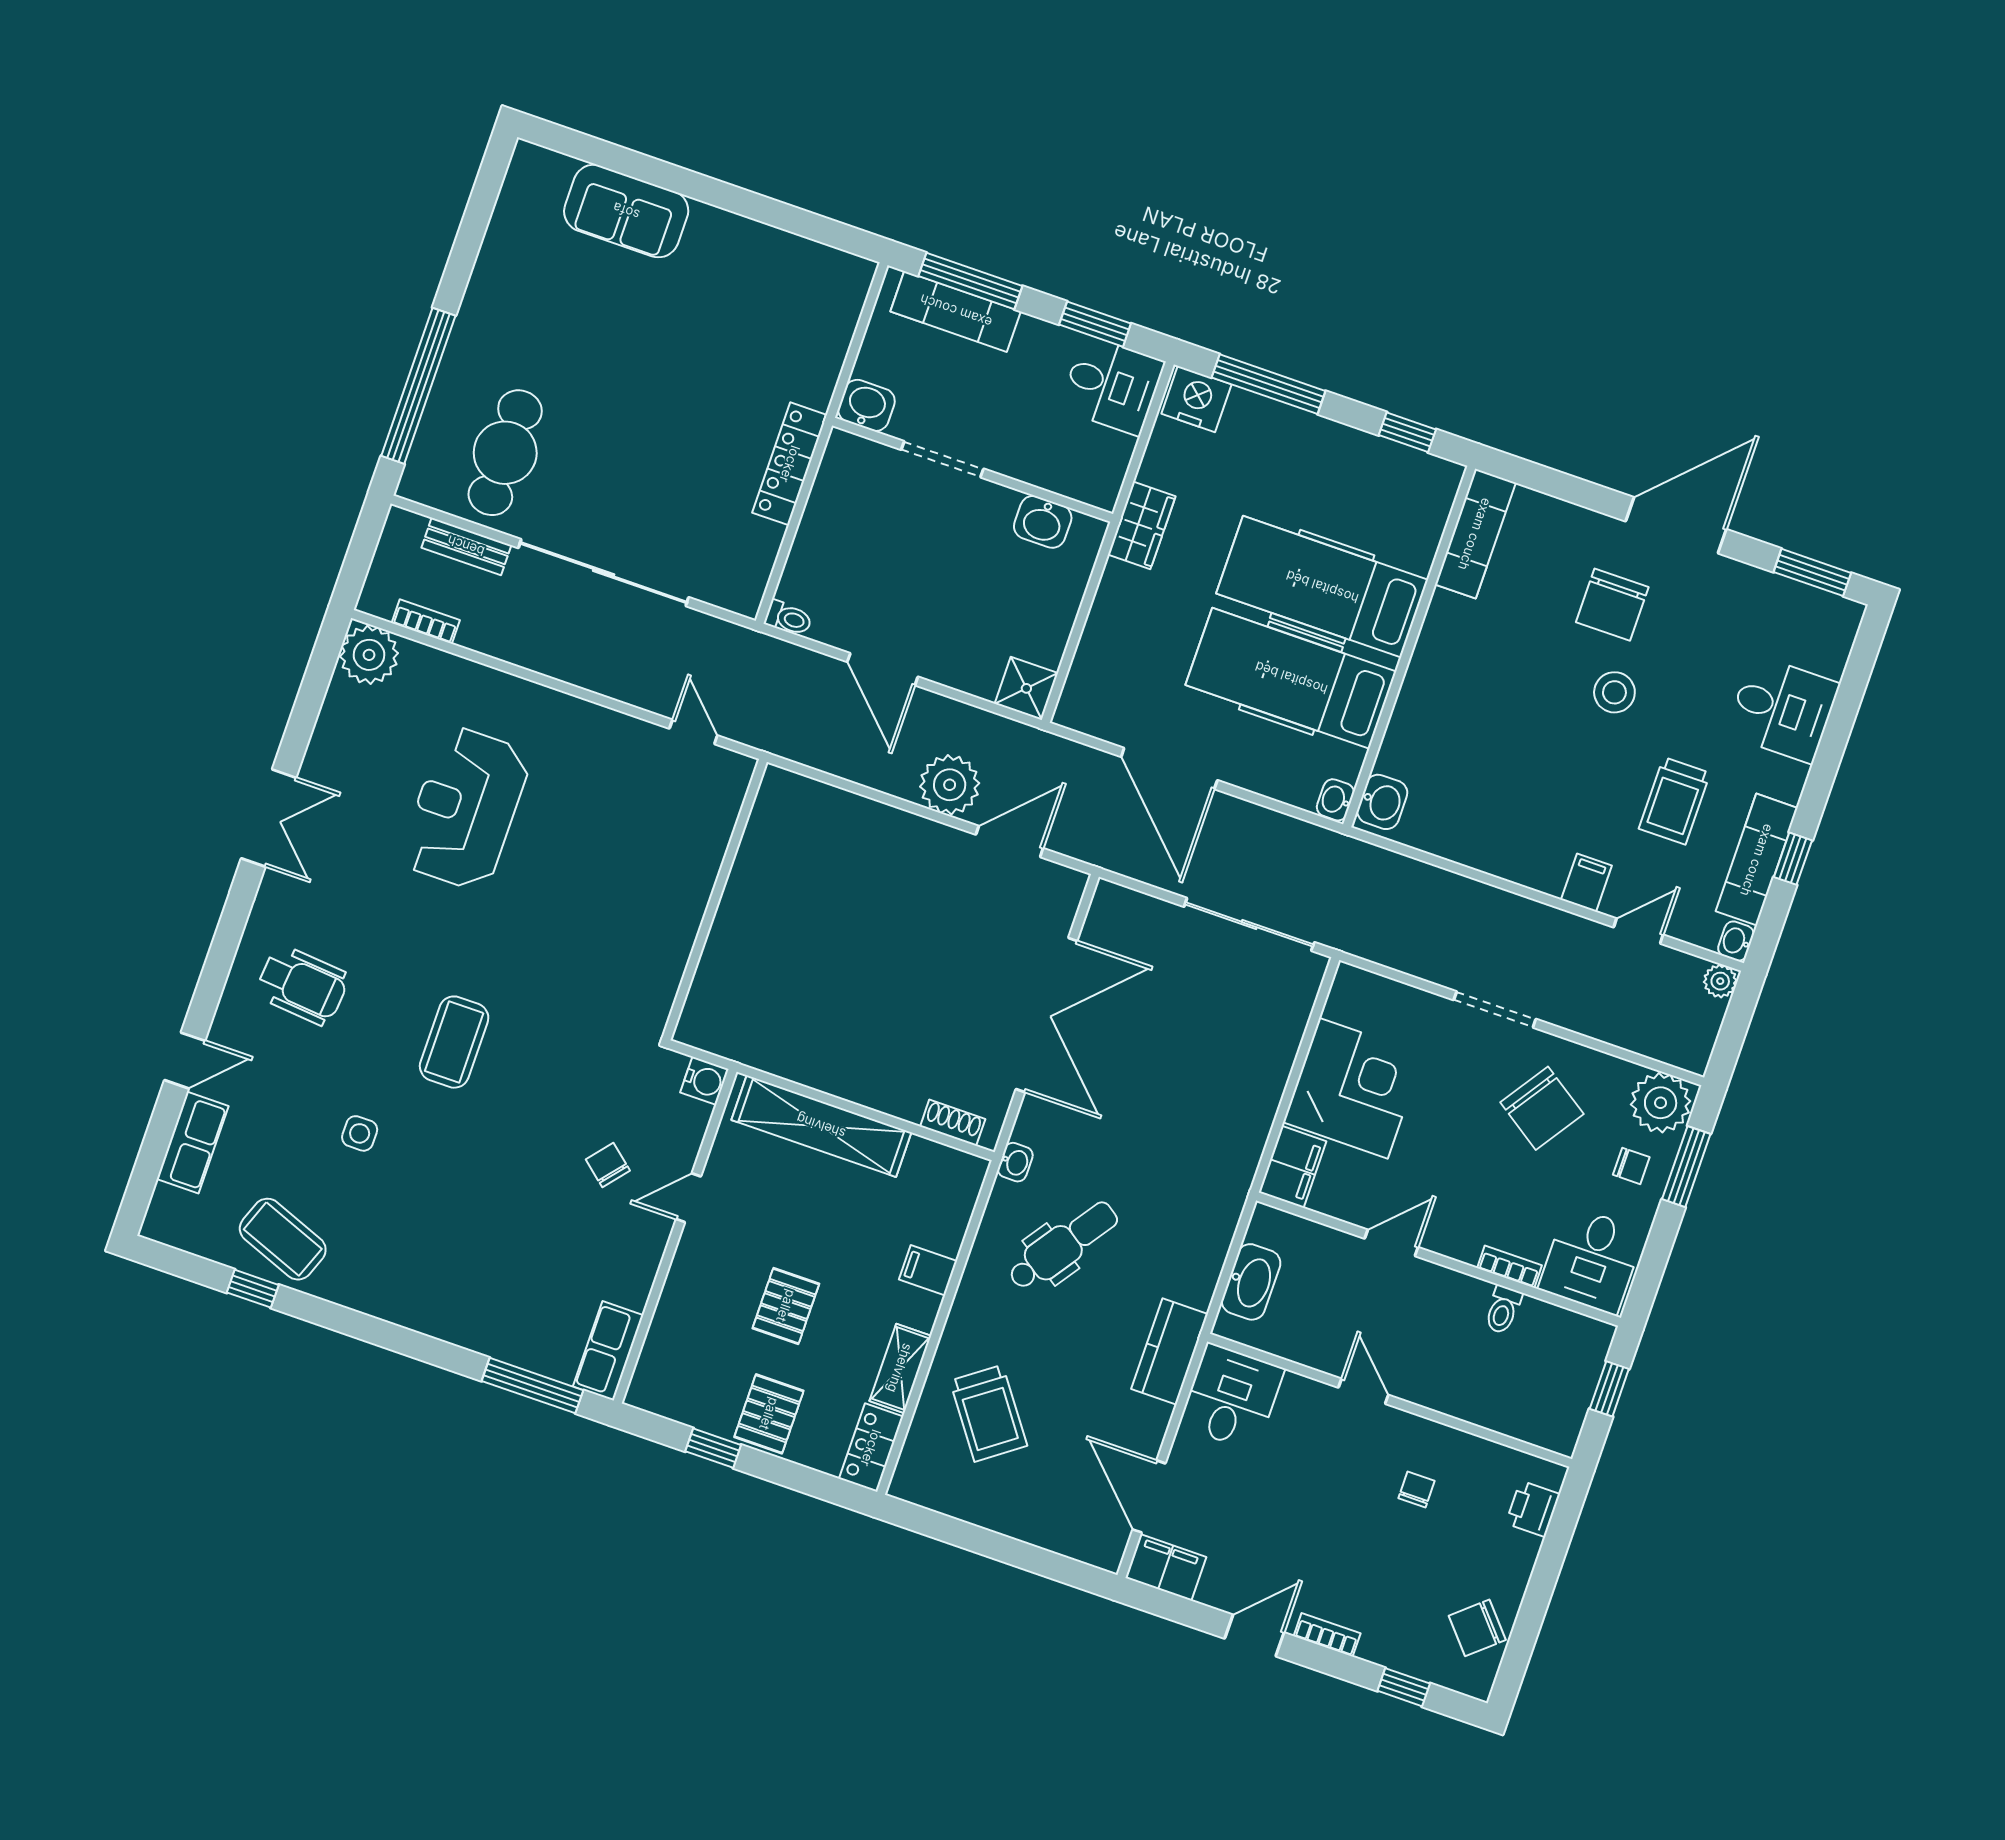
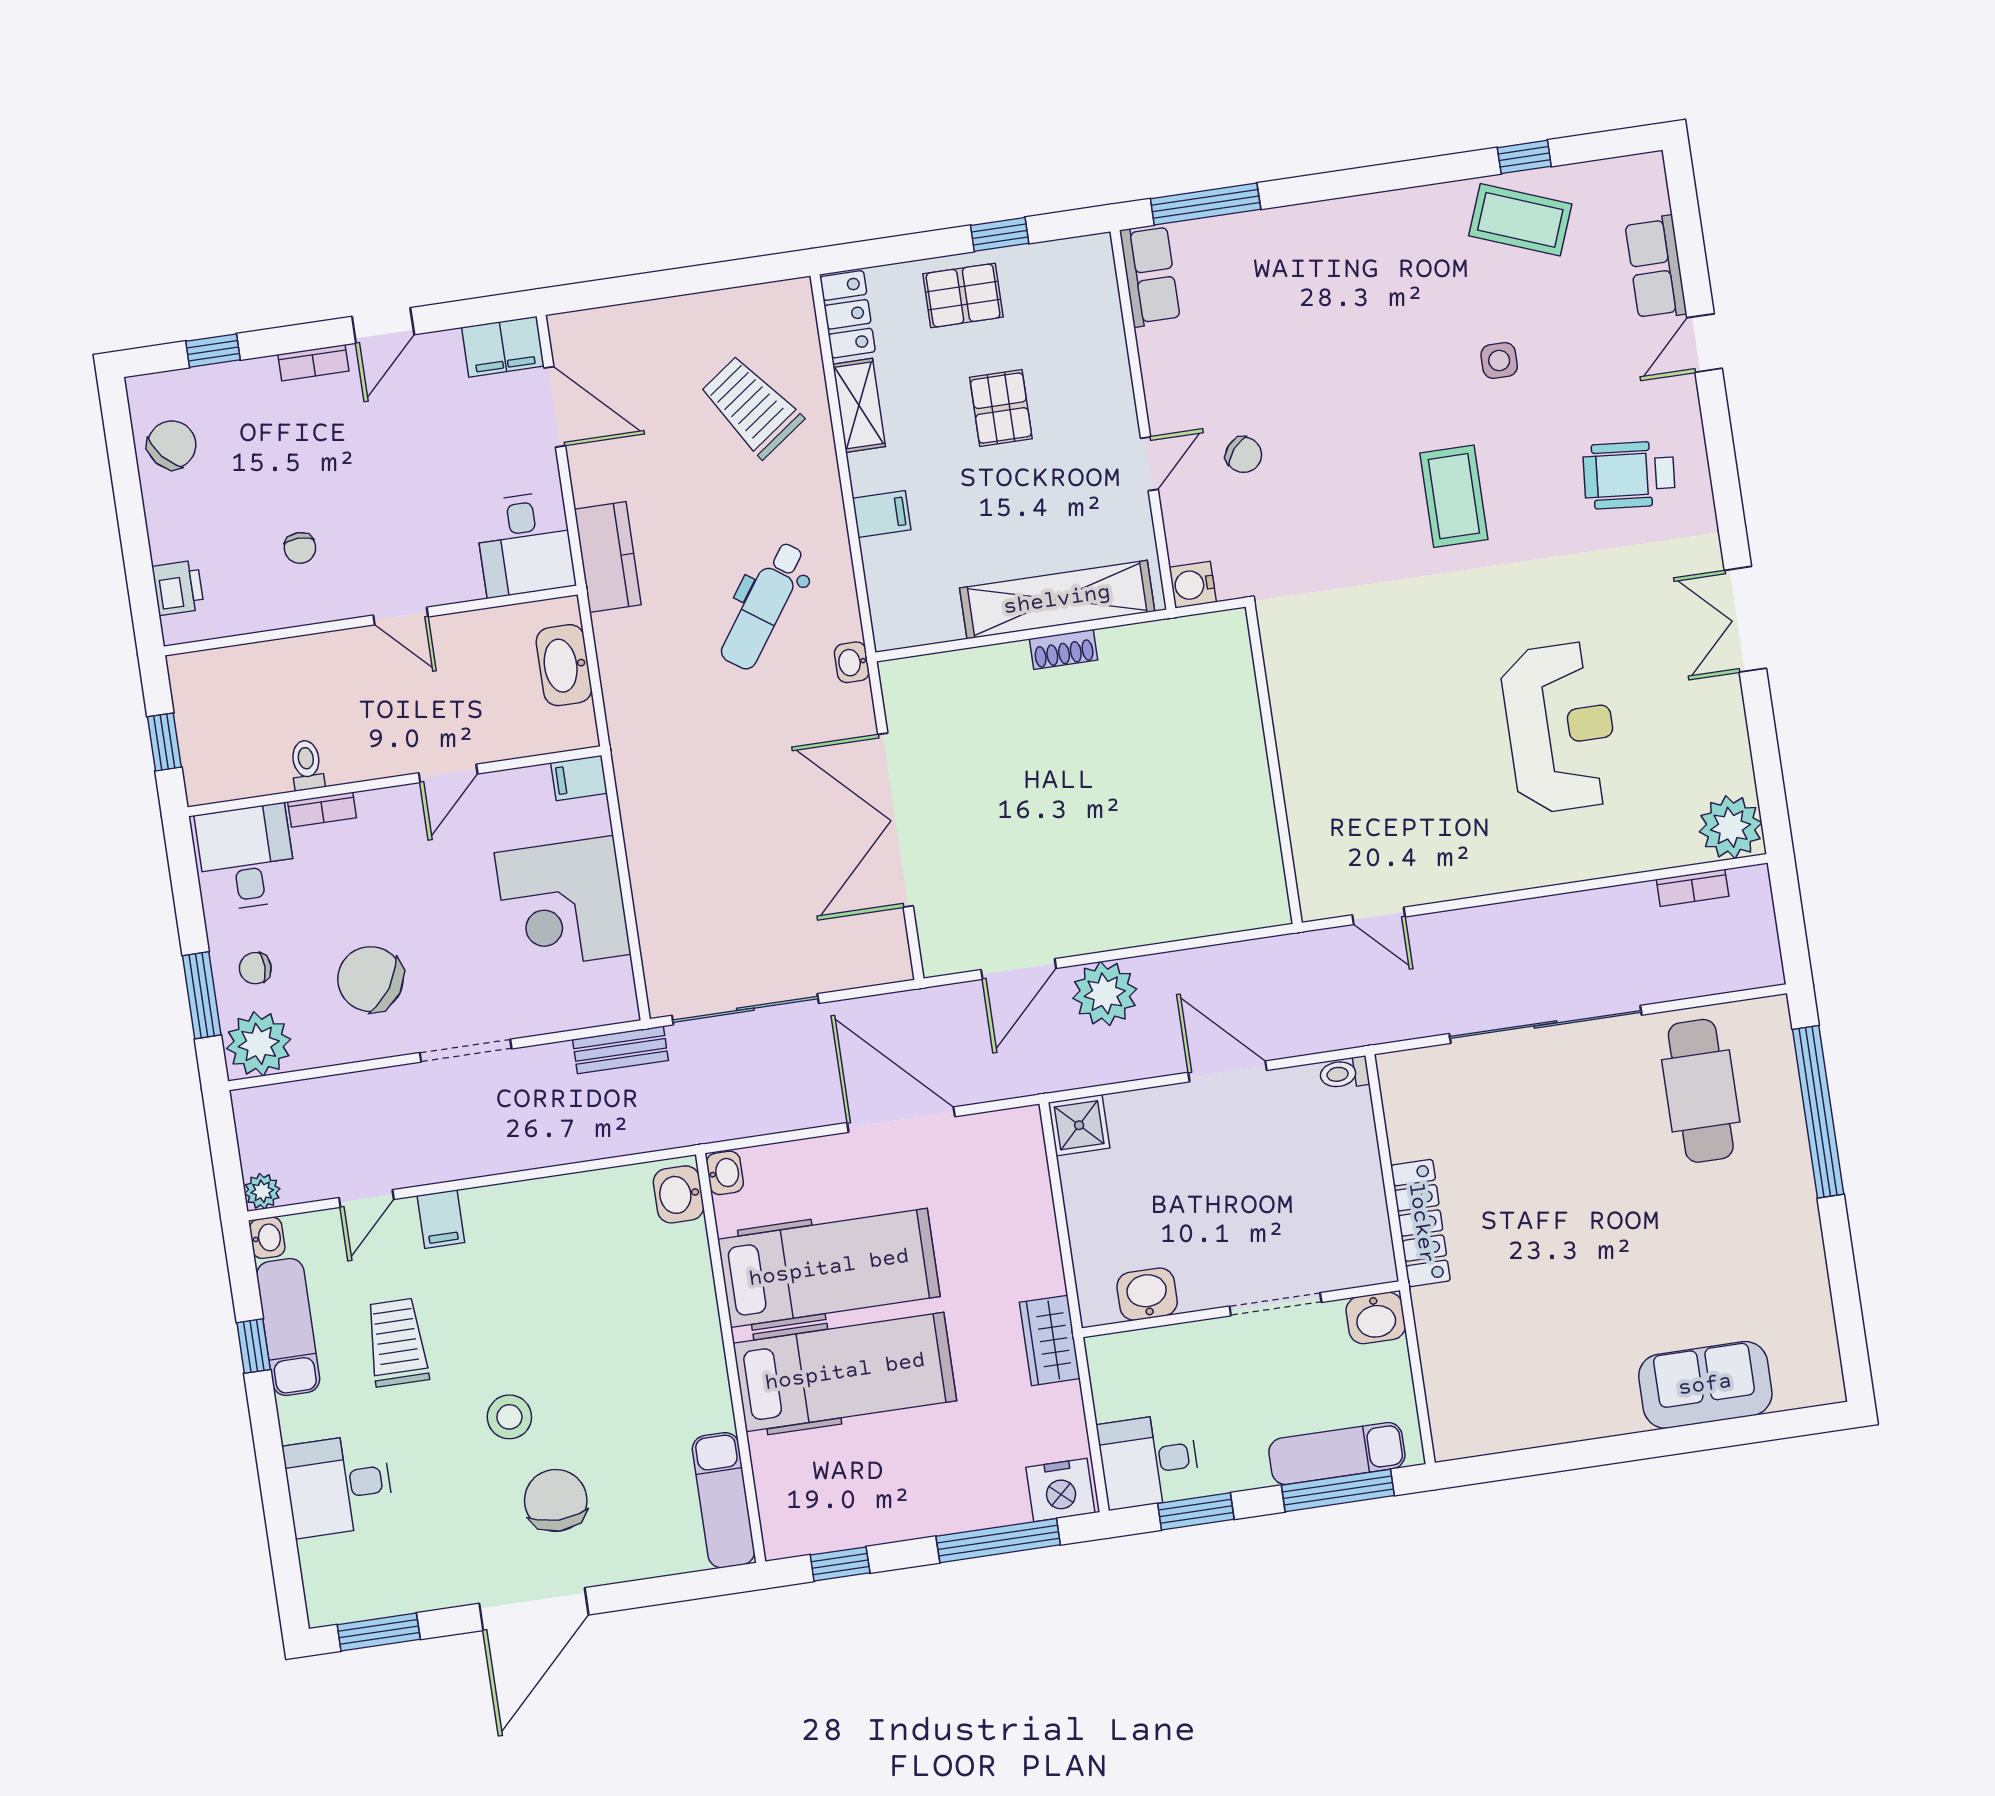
bench: (466, 546) -> (620, 1050), moved
shoe rack: (953, 1123) -> (1063, 649), moved
filing cabinet: (1293, 1167) -> (579, 778), width x0.50
pallet: (769, 1414) -> (963, 295), turned 90

